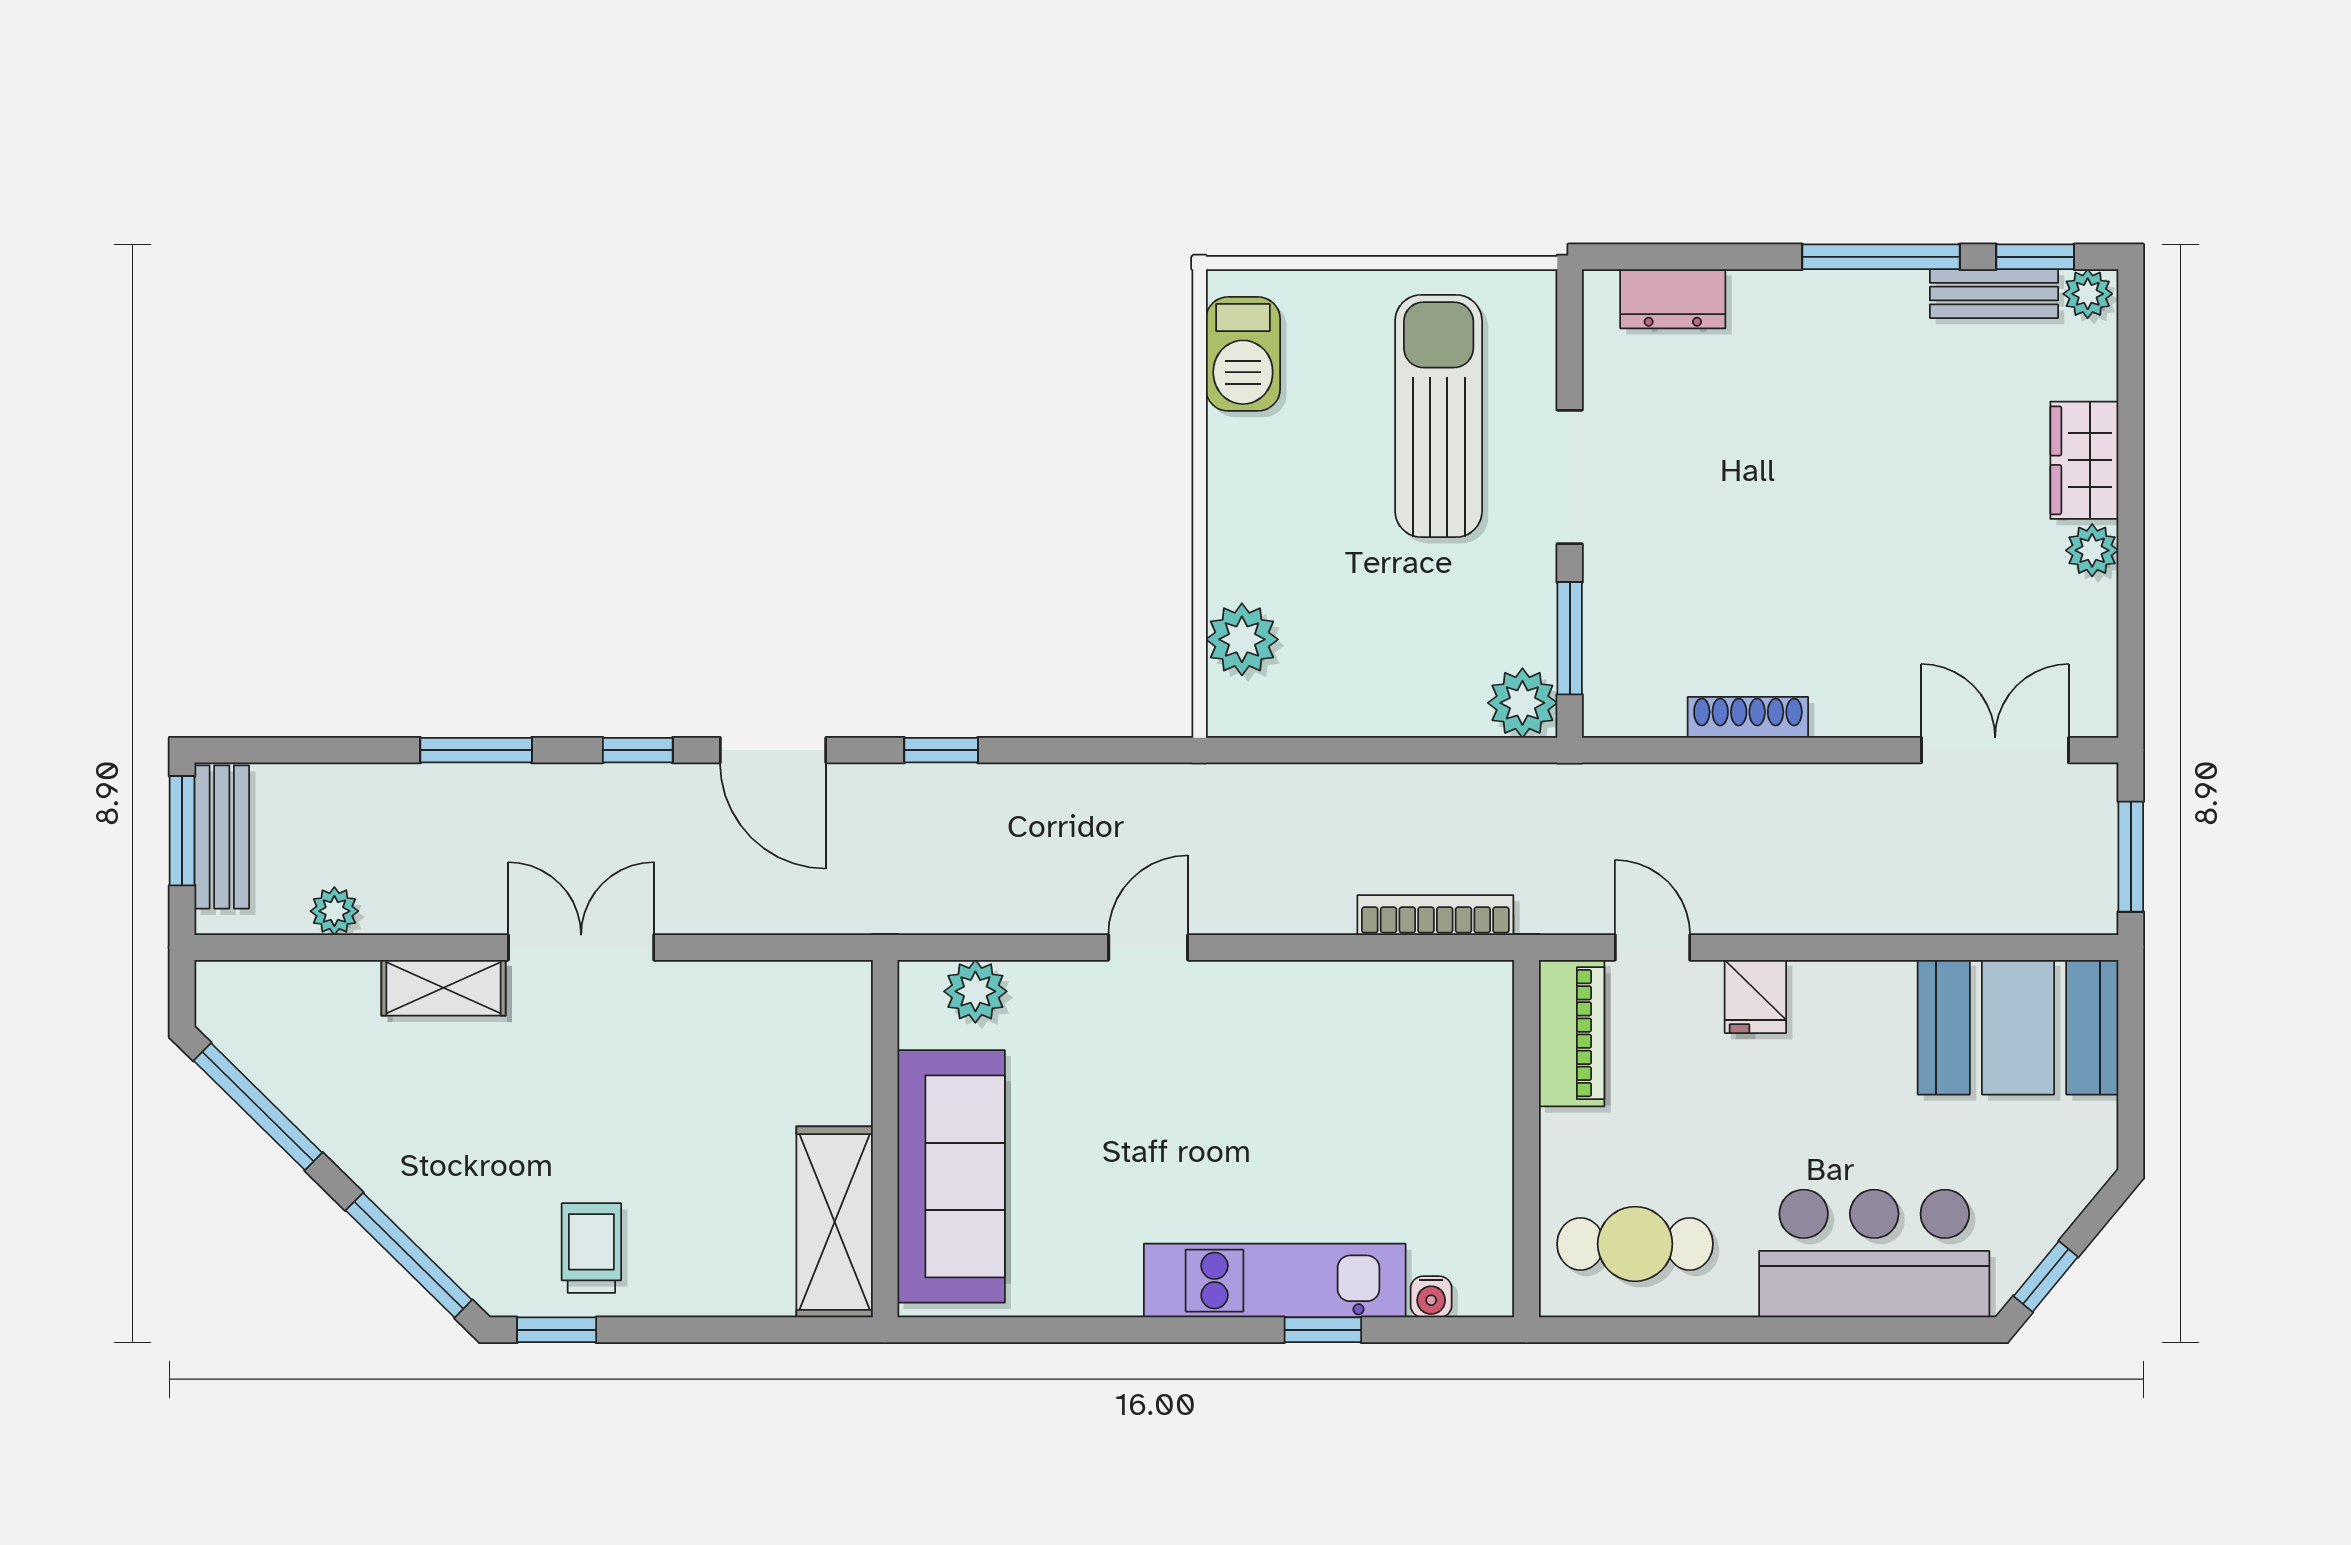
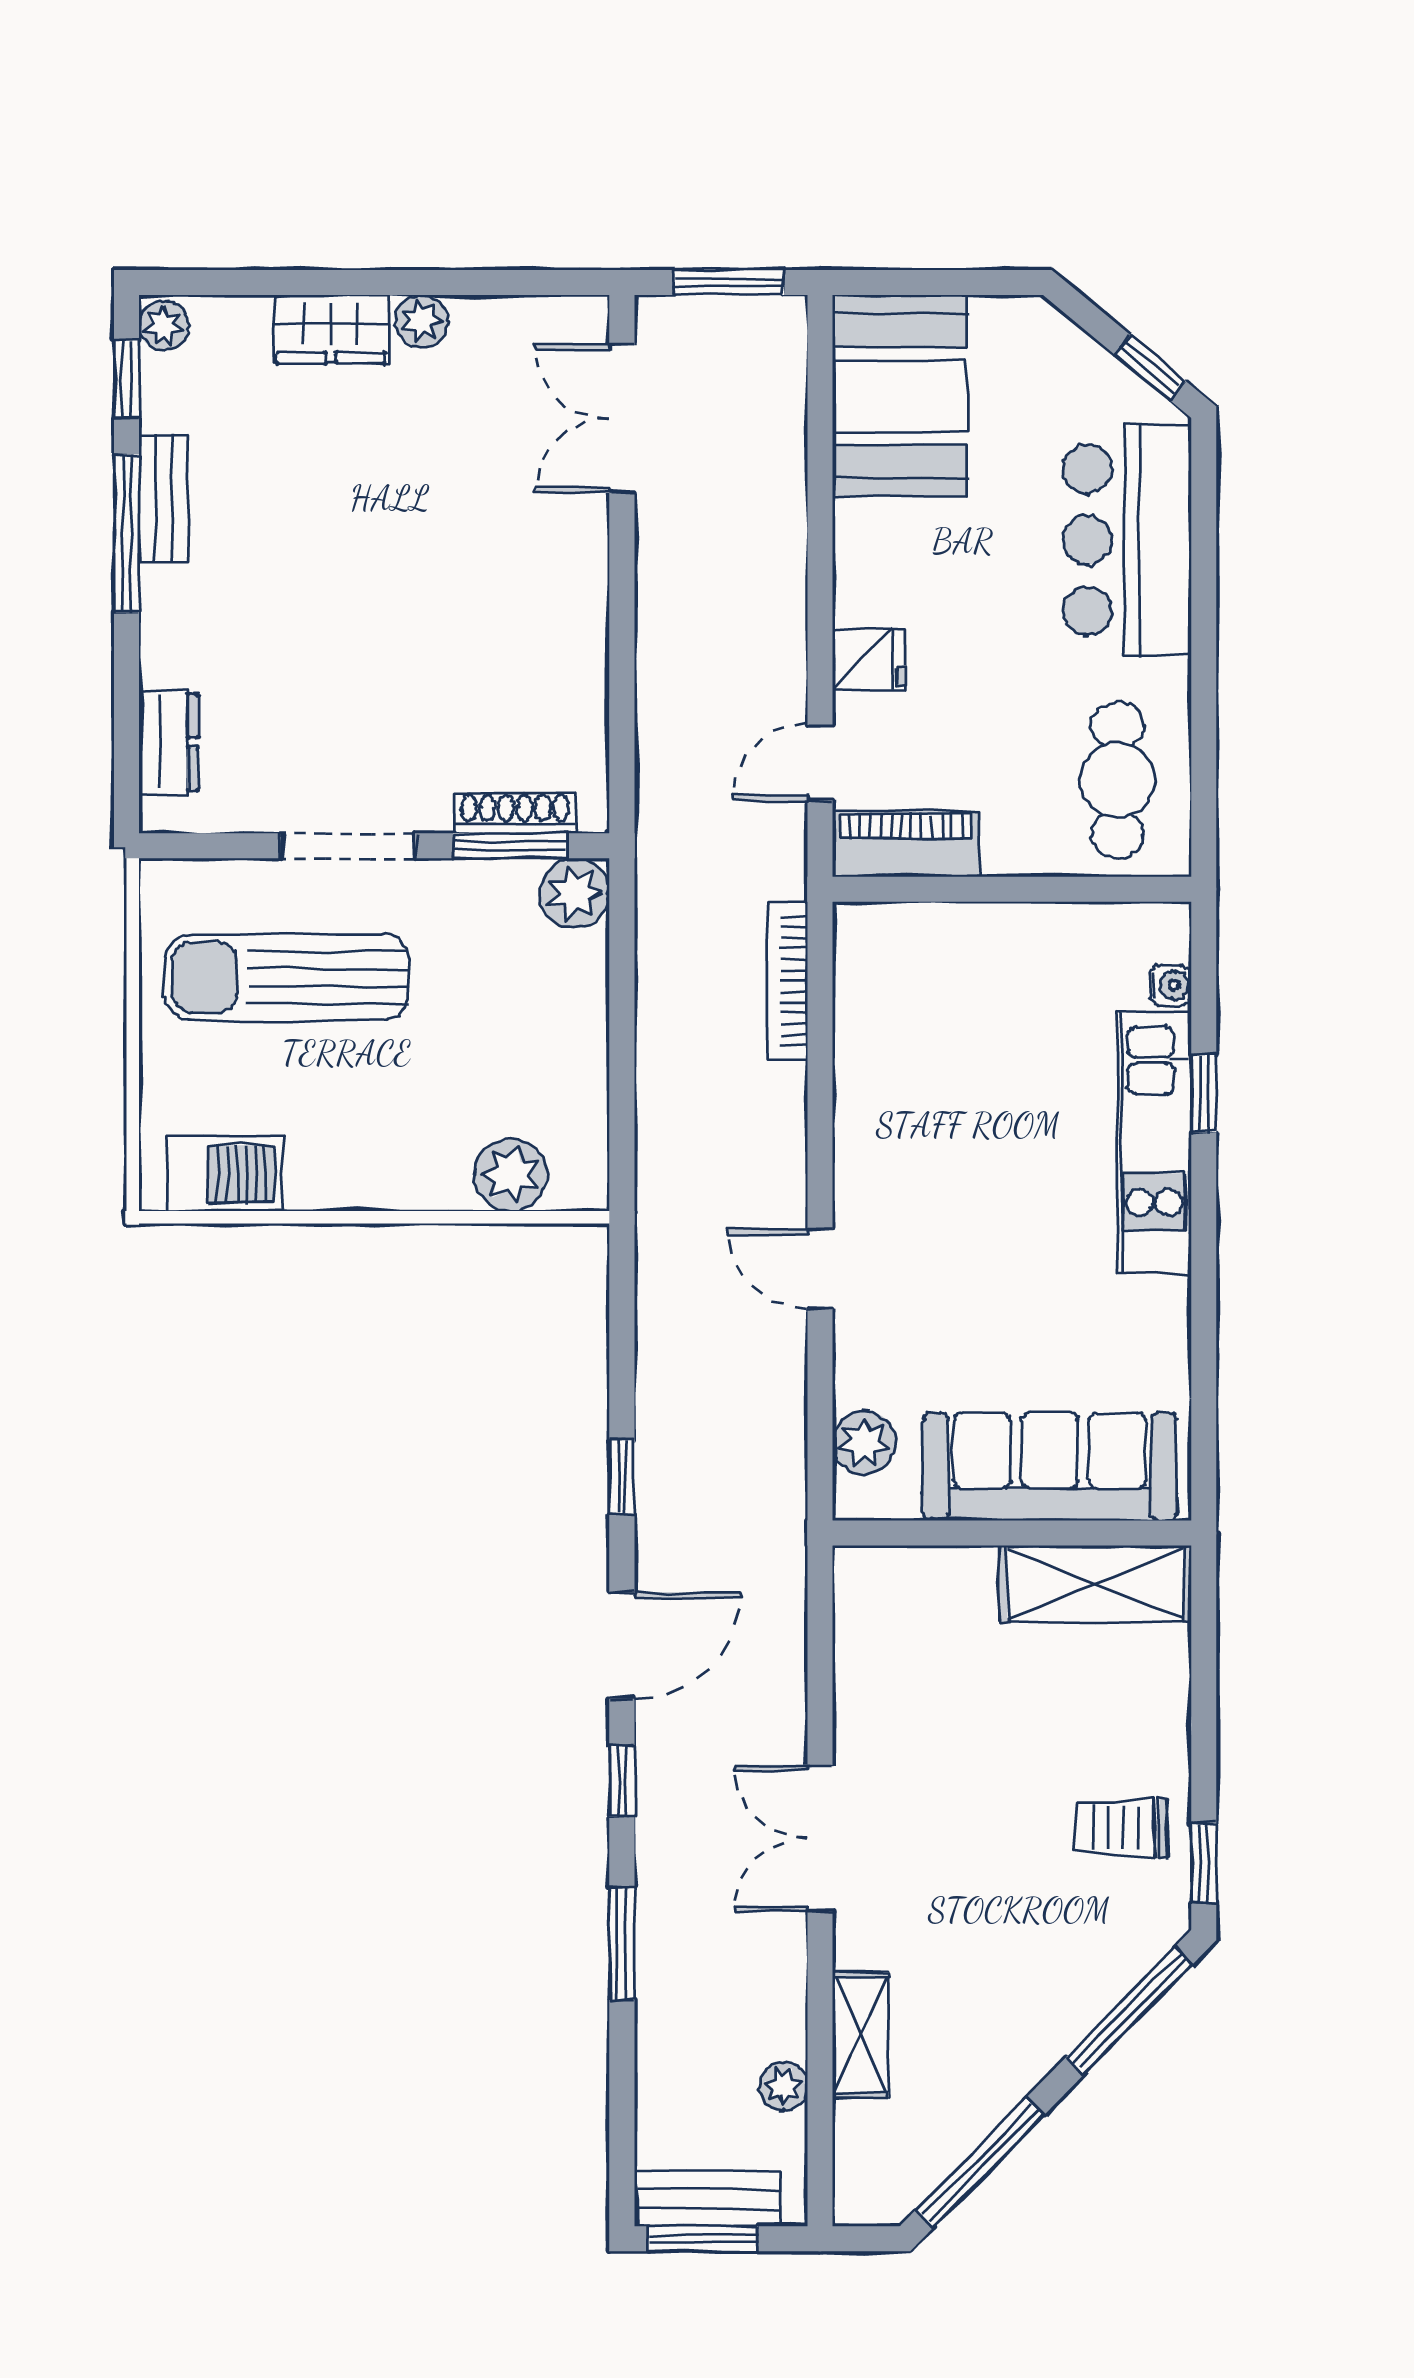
bench: (1994, 294) -> (164, 498), moved
shoe rack: (1748, 717) -> (515, 813), moved, turned 90
shelving: (444, 988) -> (860, 2035), moved

